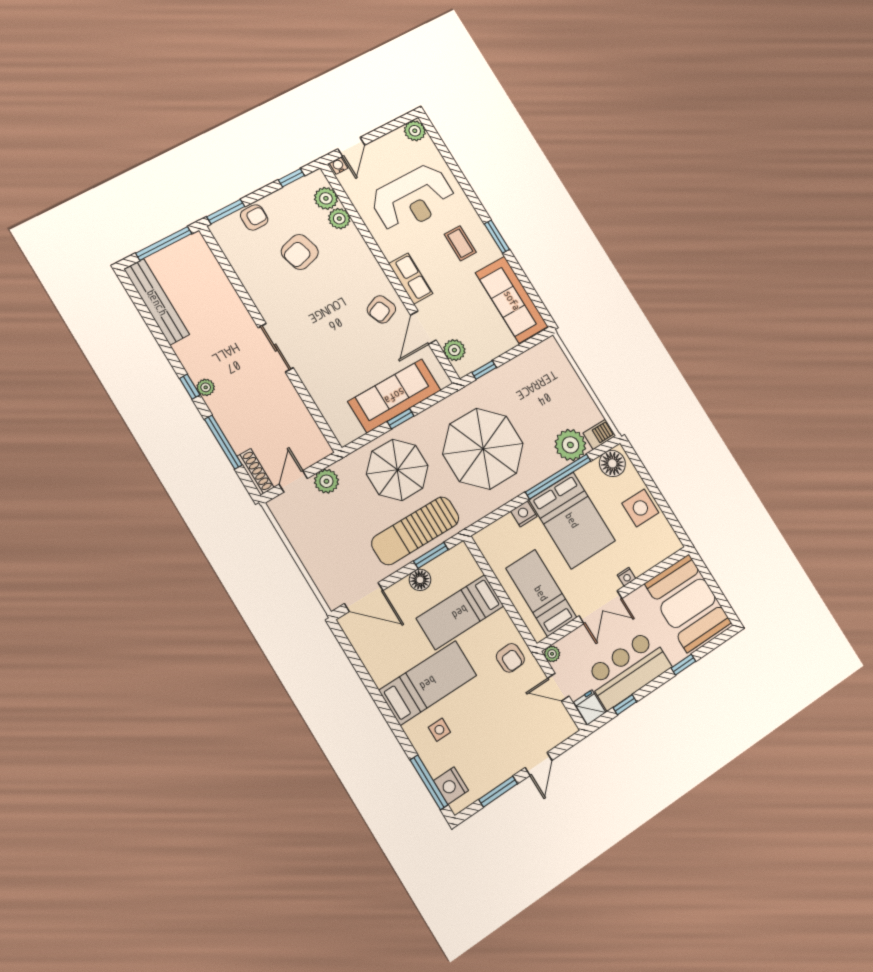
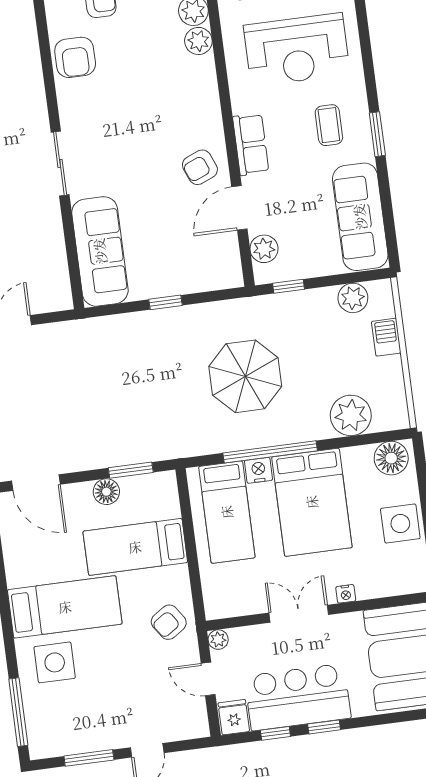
armchair: (300, 252) -> (75, 57), moved, turned -74
sofa: (395, 396) -> (100, 251), moved, turned 90
barbecue: (599, 434) -> (386, 337), moved, turned -90
parasol: (483, 449) -> (245, 376), width x0.73, depth x0.73
parasol: (397, 470) -> (136, 359), removed
window: (558, 476) -> (270, 452), moved
plant: (326, 481) -> (353, 298), moved
sun lounger: (415, 531) -> (126, 435), removed
bed: (541, 593) -> (227, 512), moved, turned 180
double door: (601, 607) -> (299, 614), swing flipped
armchair: (510, 658) -> (169, 622), turned 59
window: (683, 665) -> (324, 727), moved
side table: (439, 730) -> (55, 662), width x1.87, depth x1.87
nightstand: (451, 786) -> (40, 727), removed

